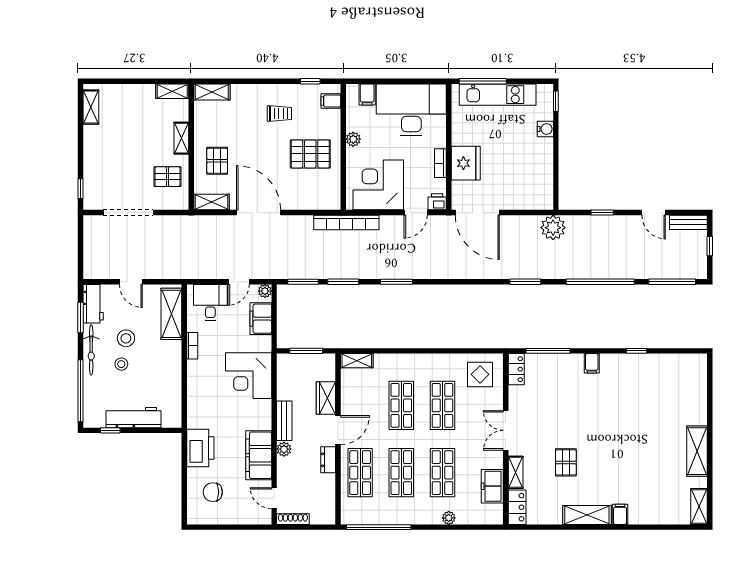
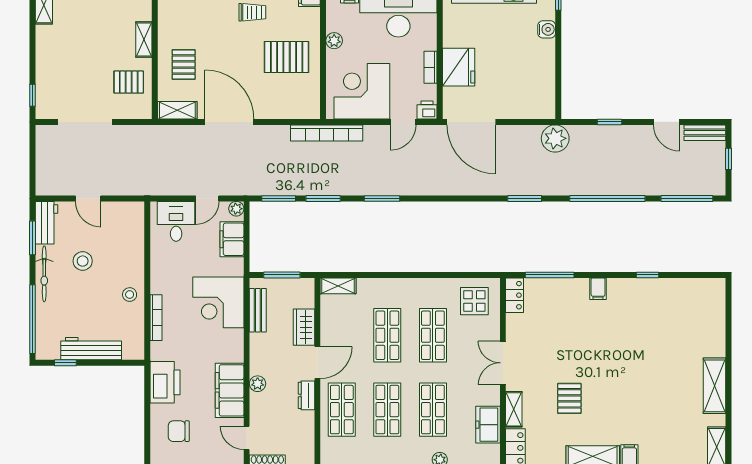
shelving: (171, 314) -> (133, 234), removed
bookcase: (192, 346) -> (156, 318), moved, width x1.56
stool: (121, 364) -> (130, 295), moved
bench: (284, 421) -> (258, 310), moved

